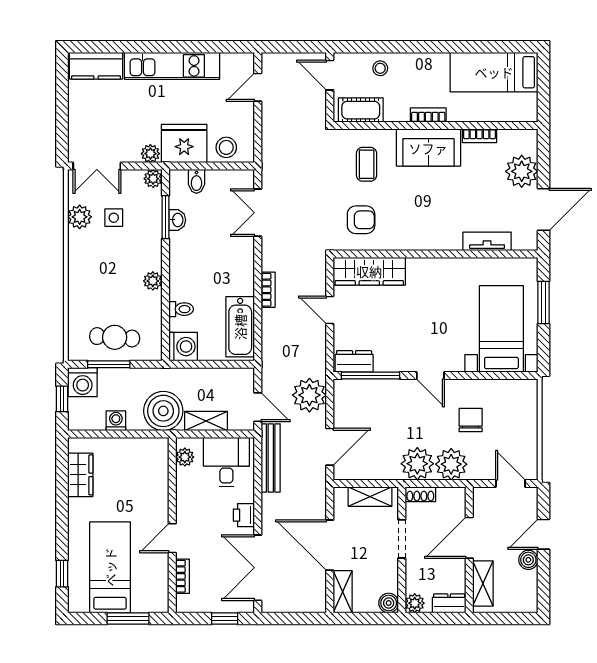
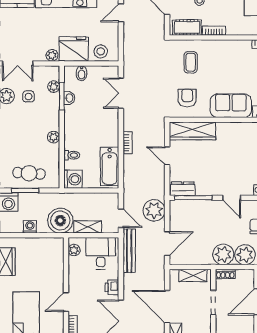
bookcase: (428, 115) -> (214, 31), moved
sofa: (428, 148) -> (231, 106), moved, turned 180
plant: (153, 179) -> (54, 87), moved
armchair: (361, 220) -> (187, 98), turned -90

